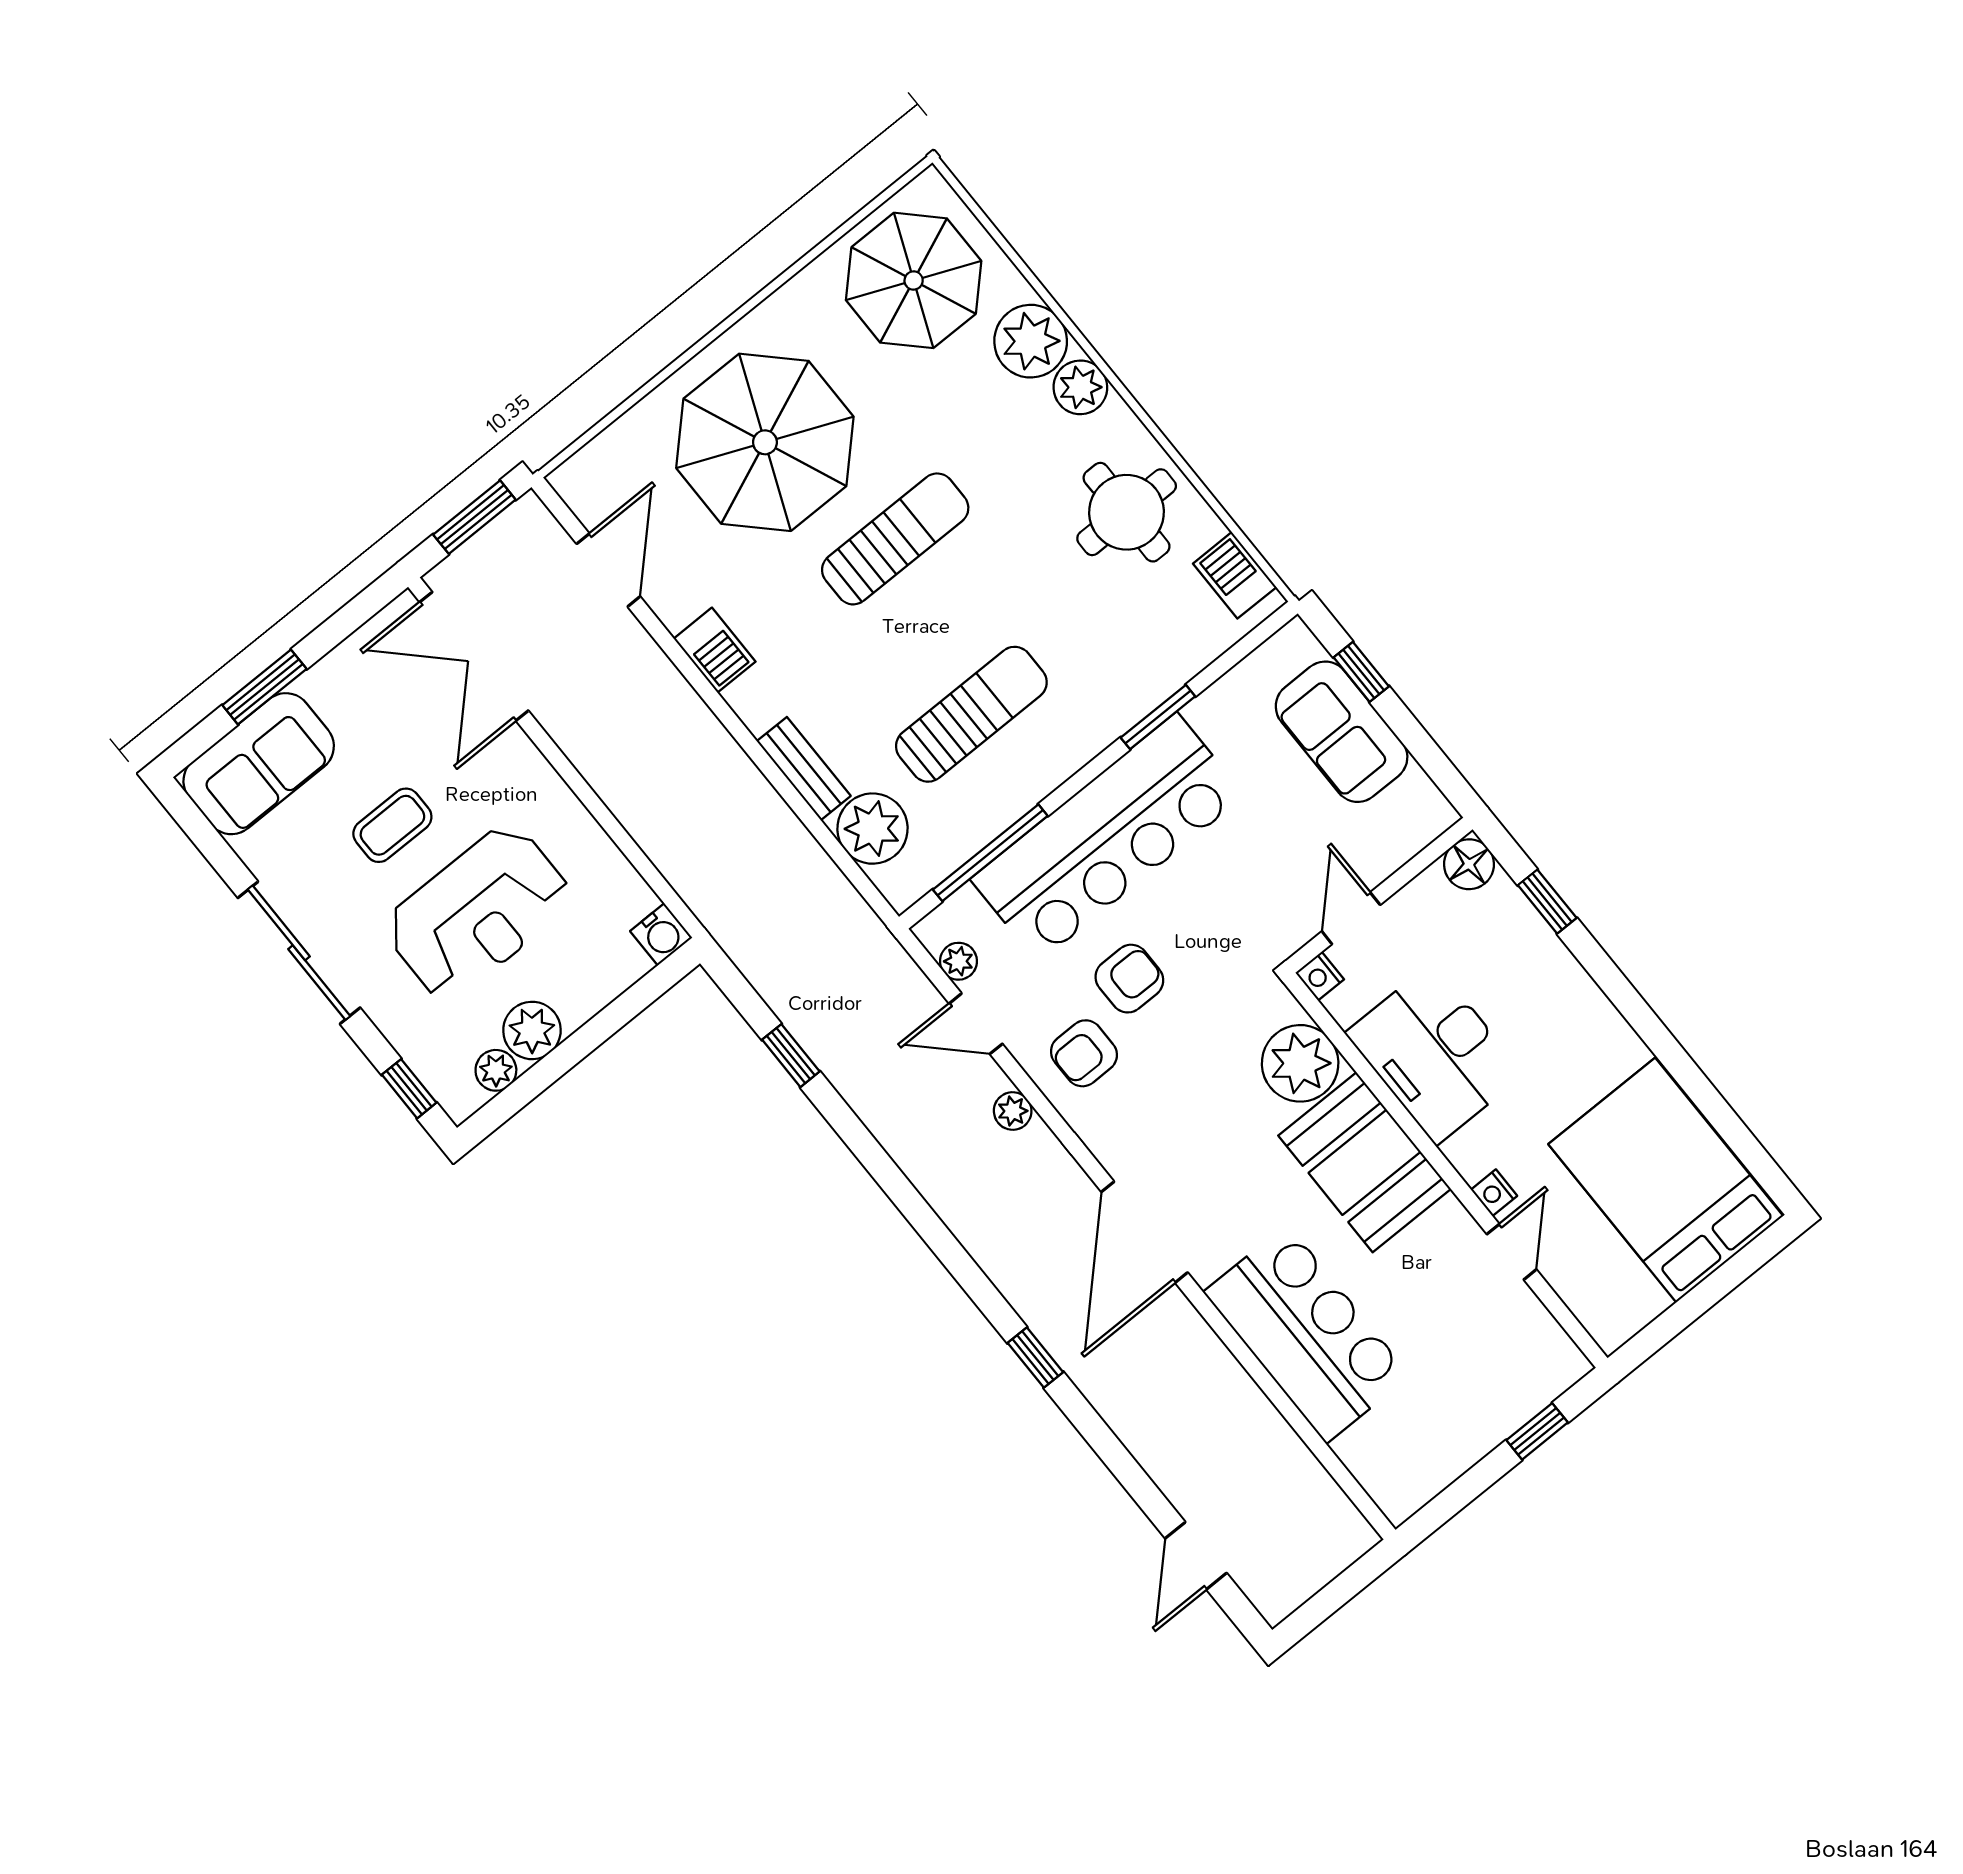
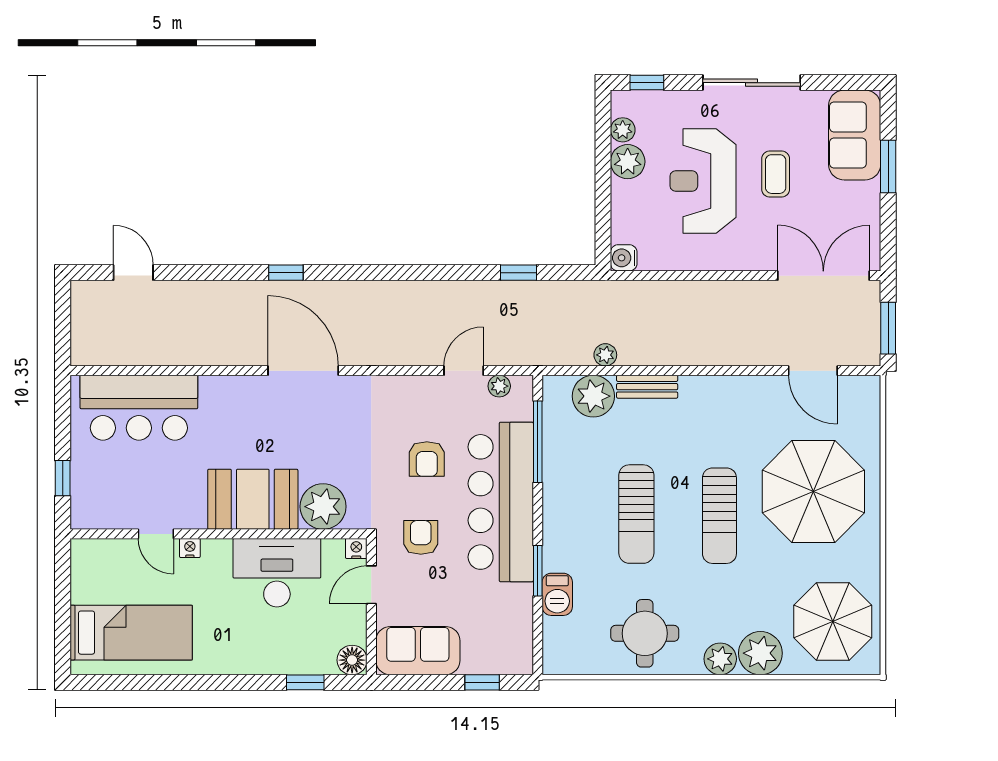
barbecue: (1235, 575) -> (557, 594), moved, turned 90
barbecue: (715, 650) -> (736, 390), removed
sun lounger: (971, 714) -> (636, 514), moved
sofa: (1342, 732) -> (418, 651), moved
door: (1351, 918) -> (371, 585), swing flipped
armchair: (1084, 1053) -> (421, 537), moved
plant: (1013, 1111) -> (605, 355), moved
bed: (1666, 1180) -> (131, 633), width x0.67
bar counter: (1307, 1334) -> (139, 408), moved

